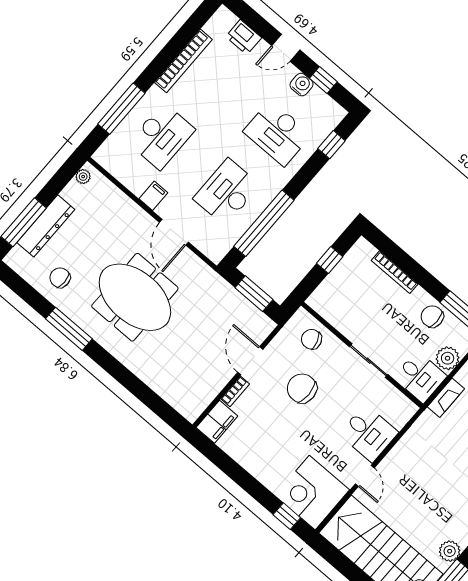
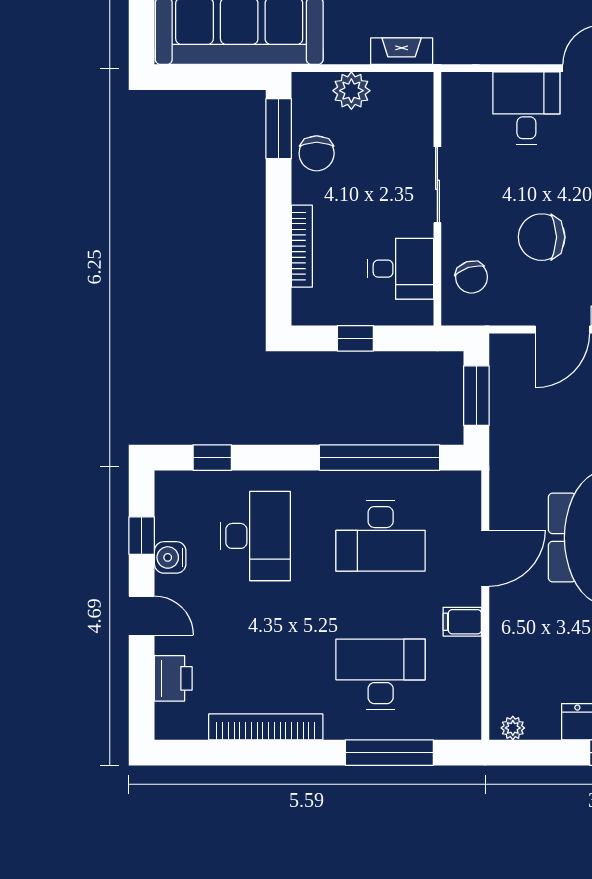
desk: (420, 377) -> (401, 269), moved, turned 90
chair: (302, 388) -> (542, 237), turned 91

